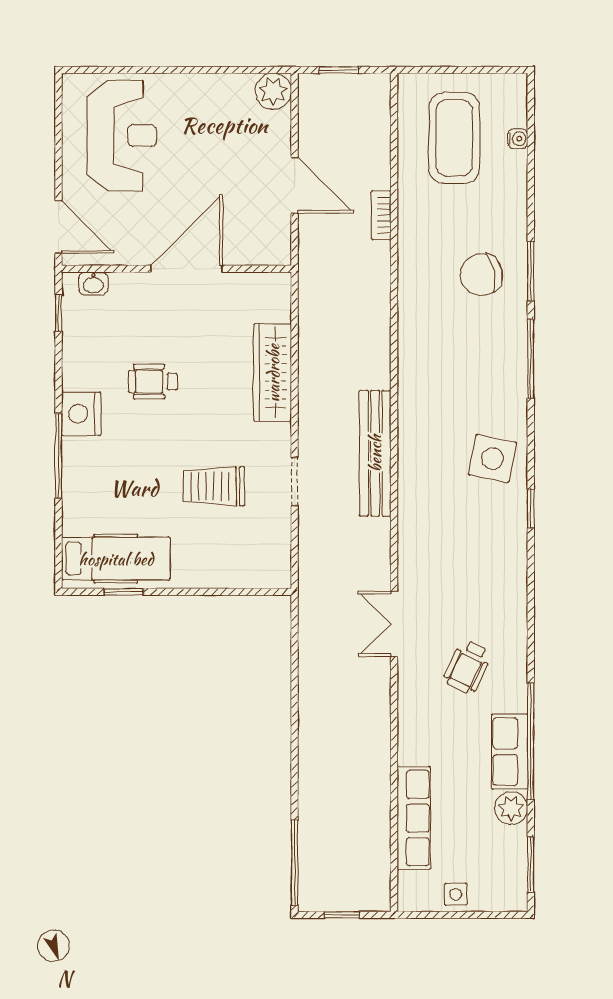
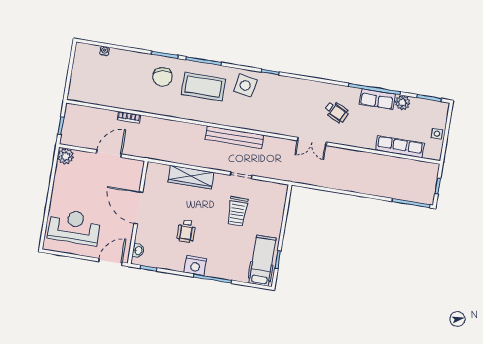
coffee table: (454, 138) -> (203, 87), moved

